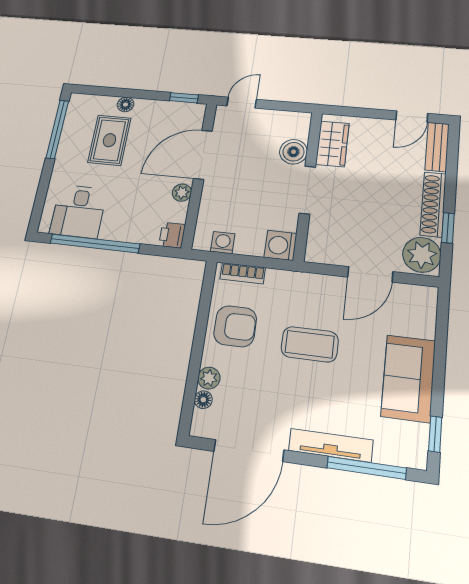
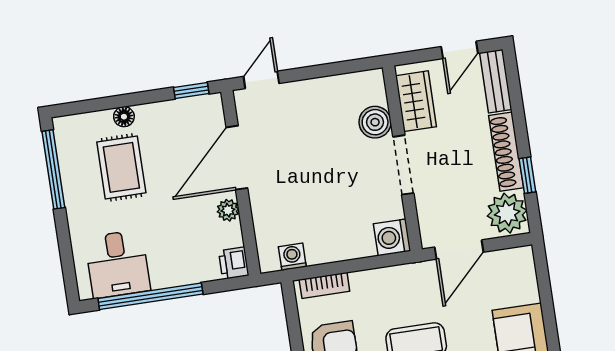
wardrobe: (332, 144) -> (416, 101), moved
boiler: (293, 152) -> (375, 122), moved
wall: (308, 185) -> (402, 158), moved
doorway: (307, 190) -> (403, 165), moved
washing machine: (280, 245) -> (392, 237), moved

